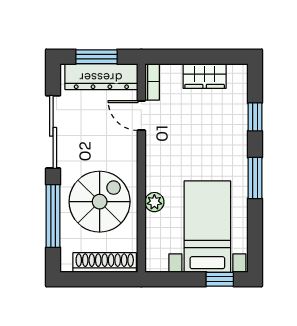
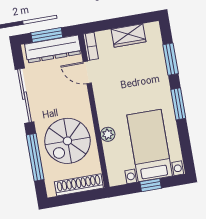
window: (255, 117) -> (171, 59), width x1.50
spiral stairs: (100, 202) -> (67, 141), turned 180
window: (220, 279) -> (151, 185), moved

